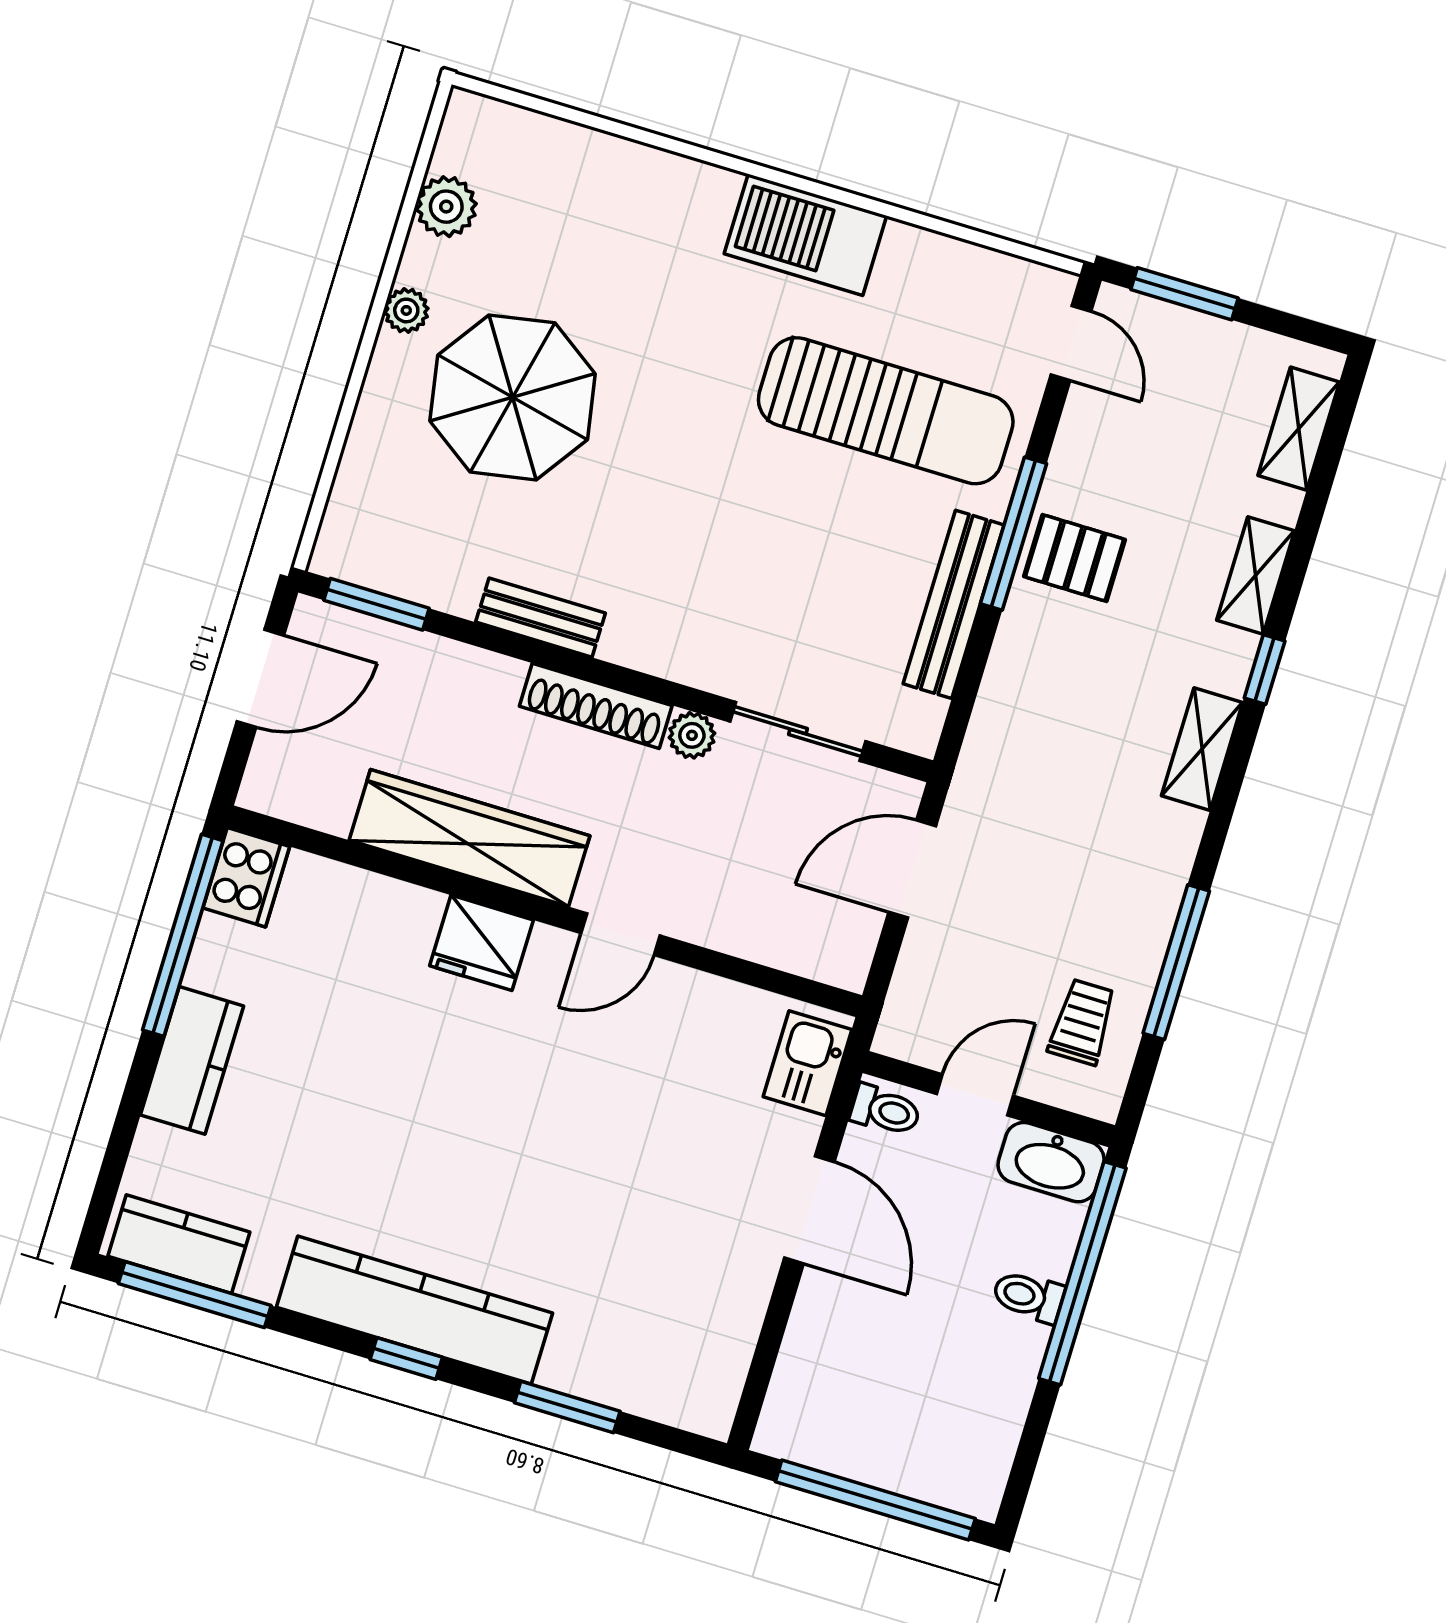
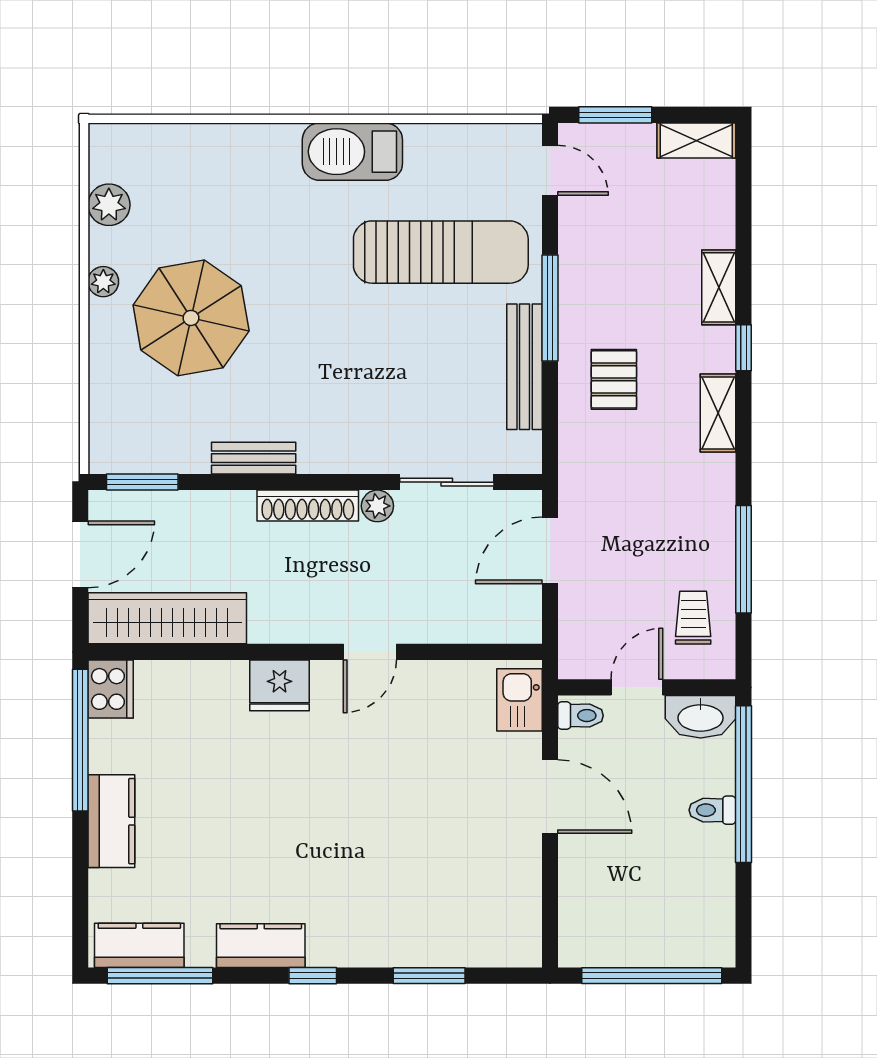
shelving: (1299, 429) -> (696, 140), moved, turned 90
pallet: (1075, 558) -> (614, 379), moved, turned 90
wardrobe: (469, 838) -> (167, 618), moved
kitchen counter: (415, 1310) -> (261, 946), width x0.48, depth x0.86

